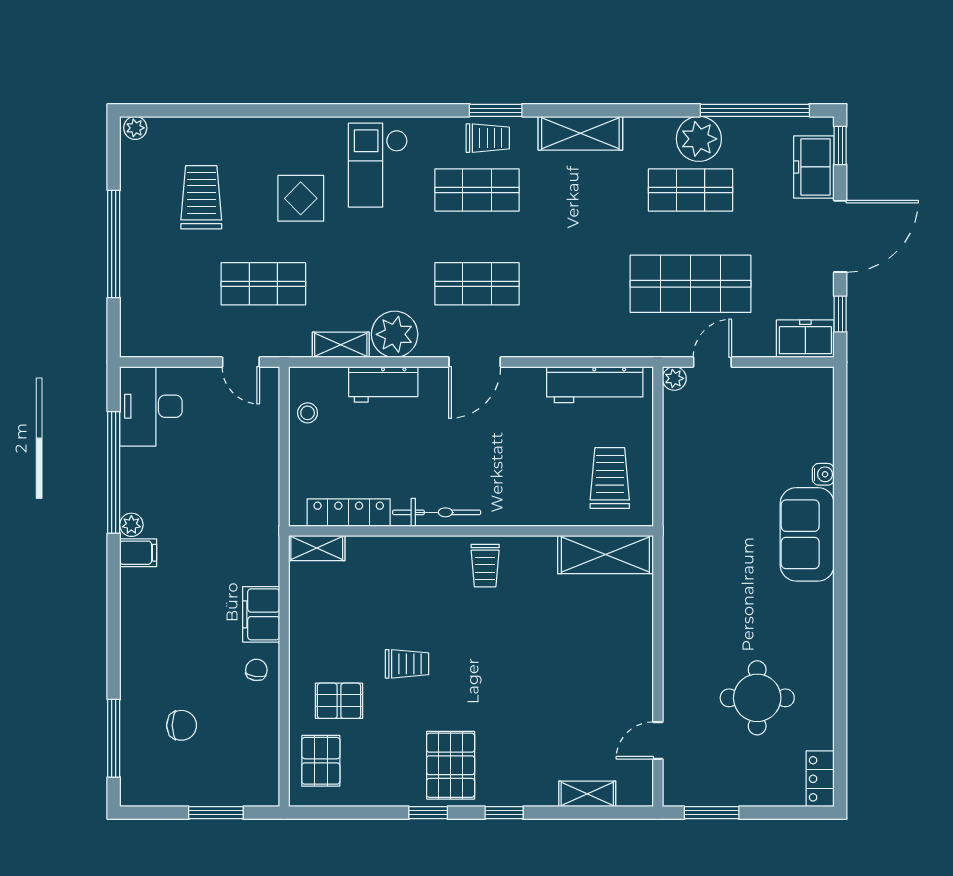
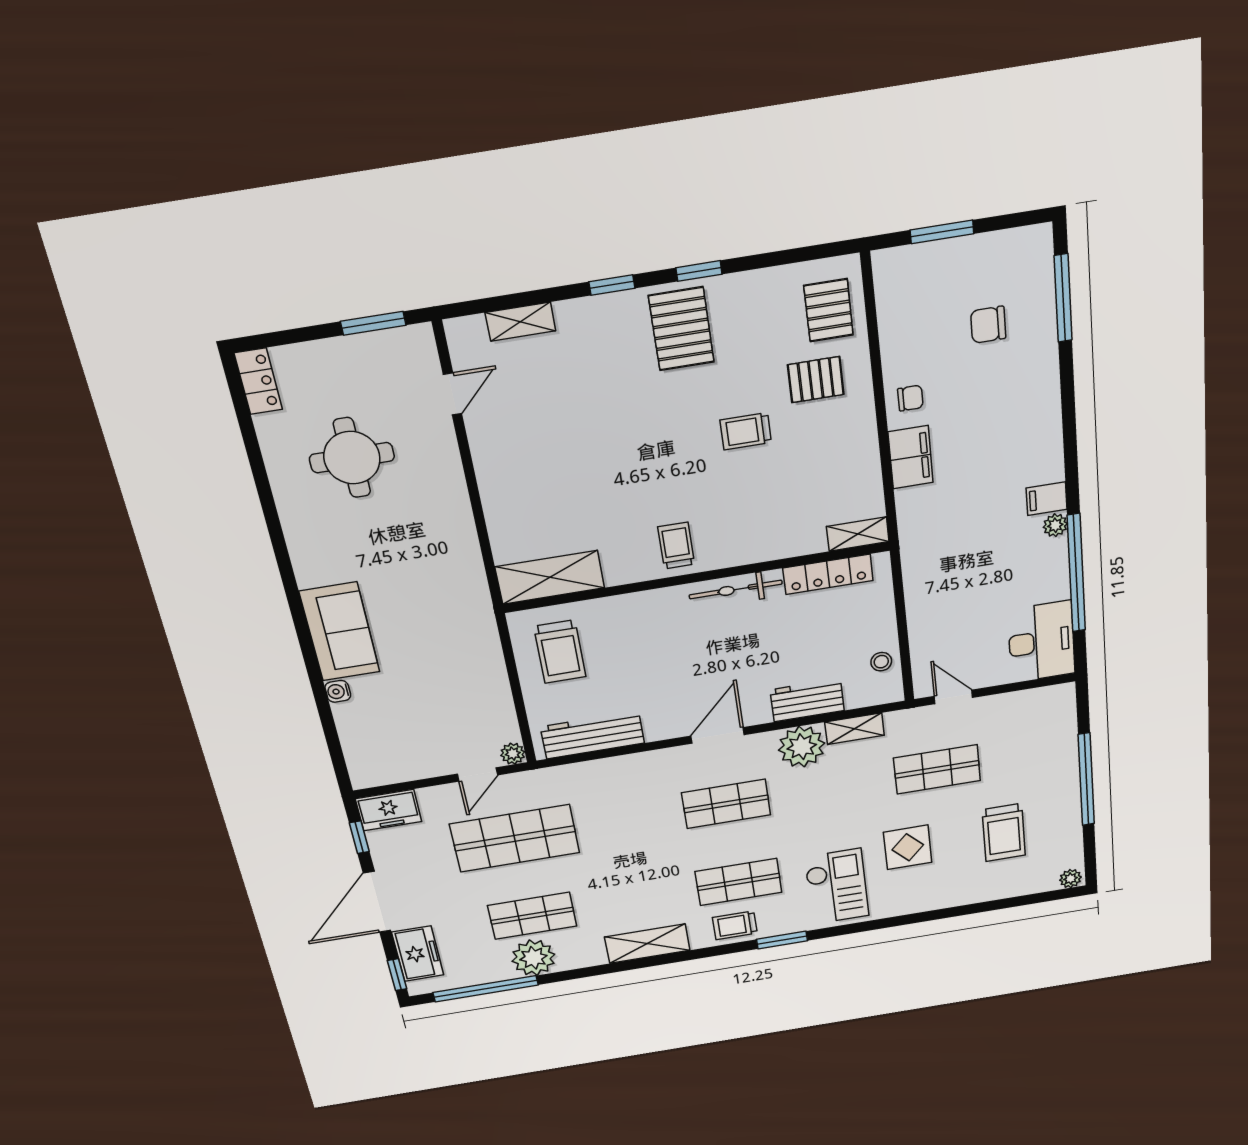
window: (496, 110) -> (782, 940), moved
chair: (256, 670) -> (910, 398), turned -98

